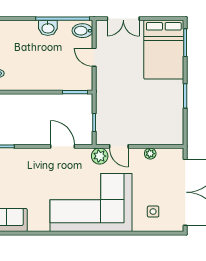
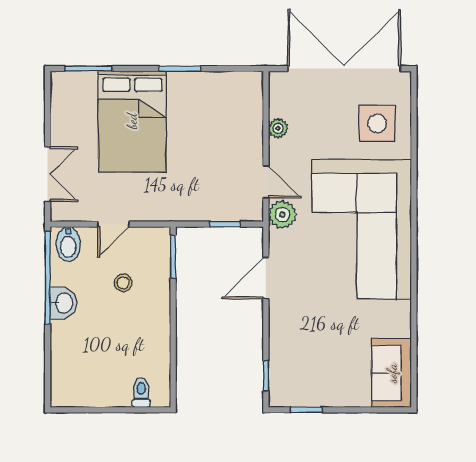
bed: (164, 50) -> (132, 121), moved, turned 90
stool: (60, 63) -> (123, 283), added
door: (119, 146) -> (266, 182), hinge flipped
side table: (153, 212) -> (377, 123), width x1.87, depth x1.87

